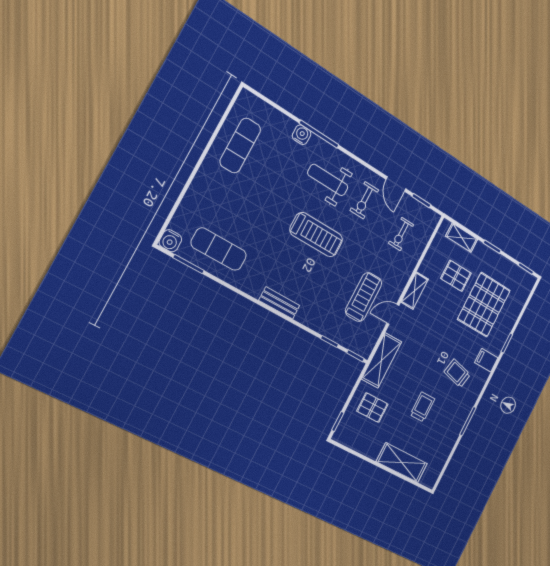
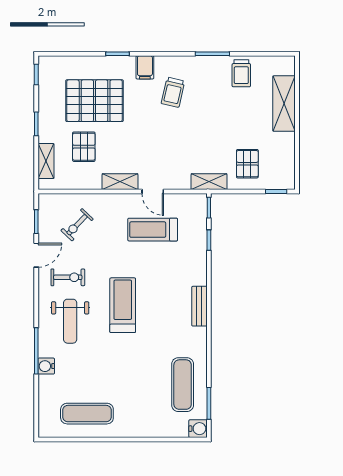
exercise bike: (401, 234) -> (77, 225), turned 134
shelving: (382, 360) -> (209, 182), width x0.67, depth x0.75
trolley: (422, 407) -> (241, 73), moved, turned -90

